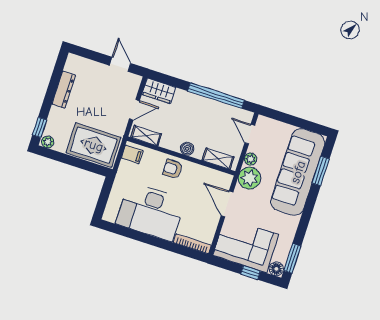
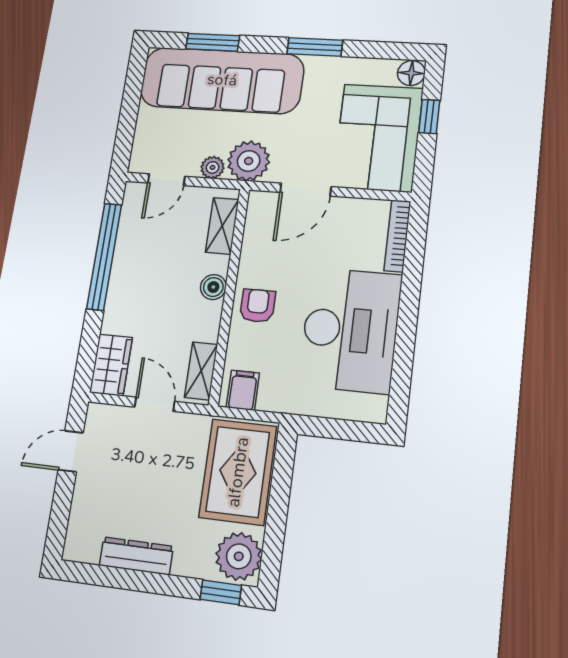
plant: (48, 142) -> (239, 556), width x1.88, depth x1.88
armchair: (173, 169) -> (258, 306), turned 180
window: (292, 258) -> (315, 47), moved

